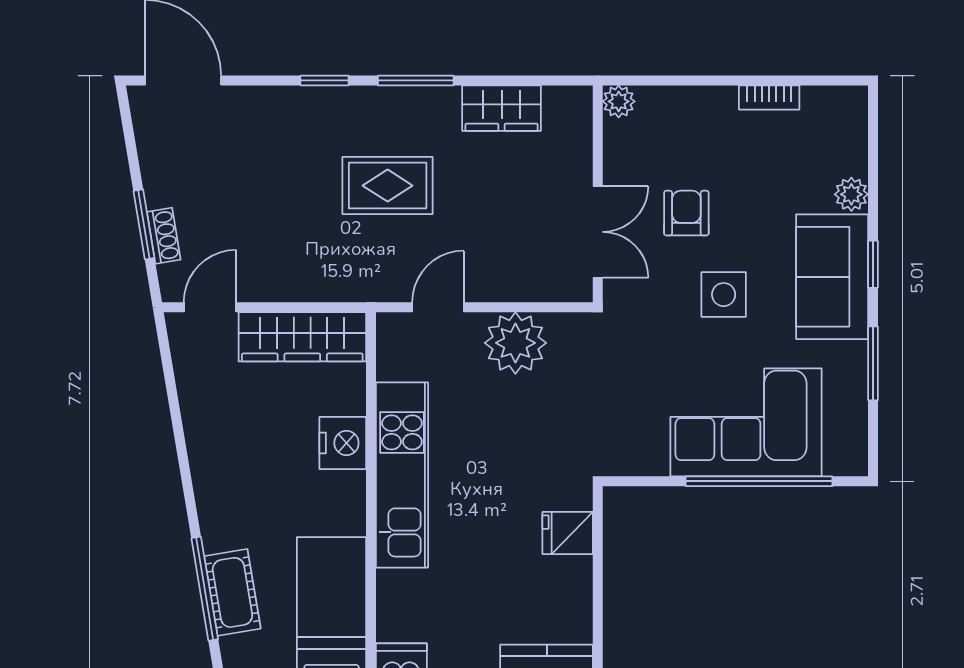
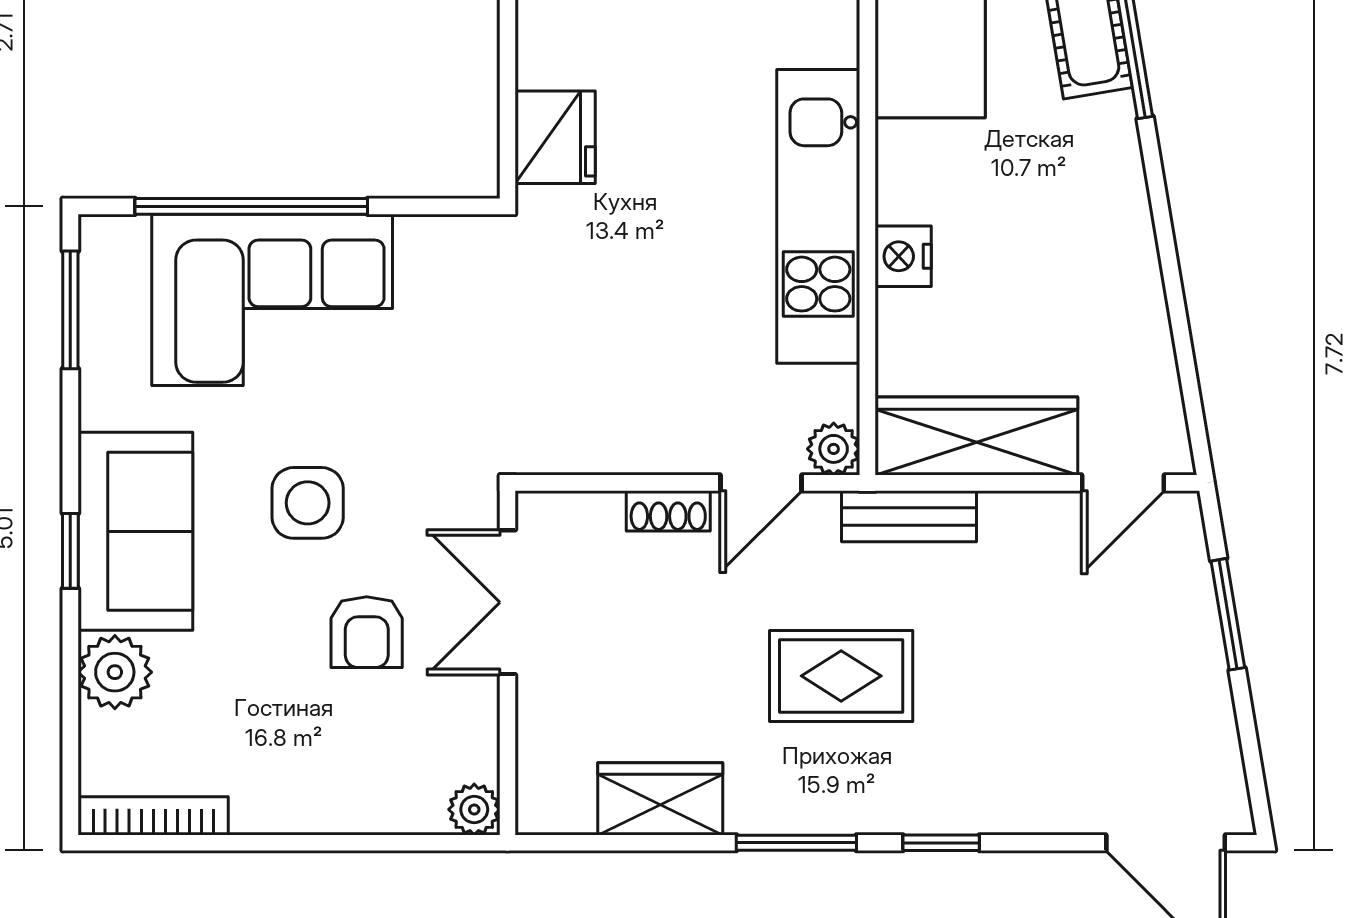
bookcase: (769, 97) -> (153, 816), moved, width x1.56
plant: (851, 194) -> (115, 672), width x1.38, depth x1.38
shoe rack: (164, 236) -> (668, 511), moved, turned -81
bench: (345, 286) -> (909, 516), added
plant: (515, 343) -> (834, 449), moved, width x0.53, depth x0.53
window: (873, 363) -> (70, 310), moved
nightstand: (343, 443) -> (903, 256), width x0.74, depth x0.75
fridge: (568, 533) -> (555, 137), width x1.38

